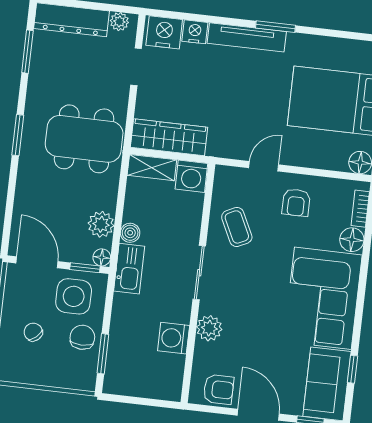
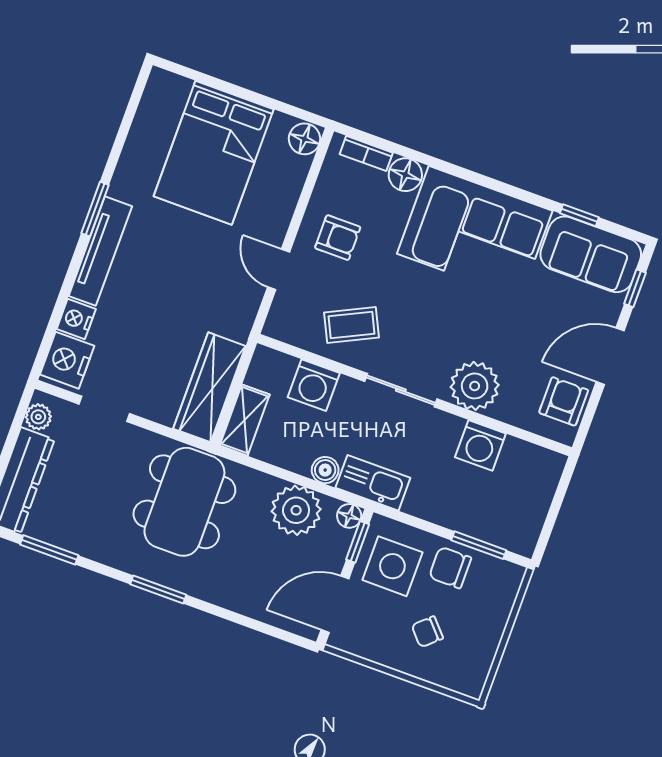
washing machine: (191, 176) -> (314, 385), moved, turned 90
plant: (101, 224) -> (296, 510), width x1.36, depth x1.36
plant: (209, 328) -> (475, 386), width x1.36, depth x1.36

